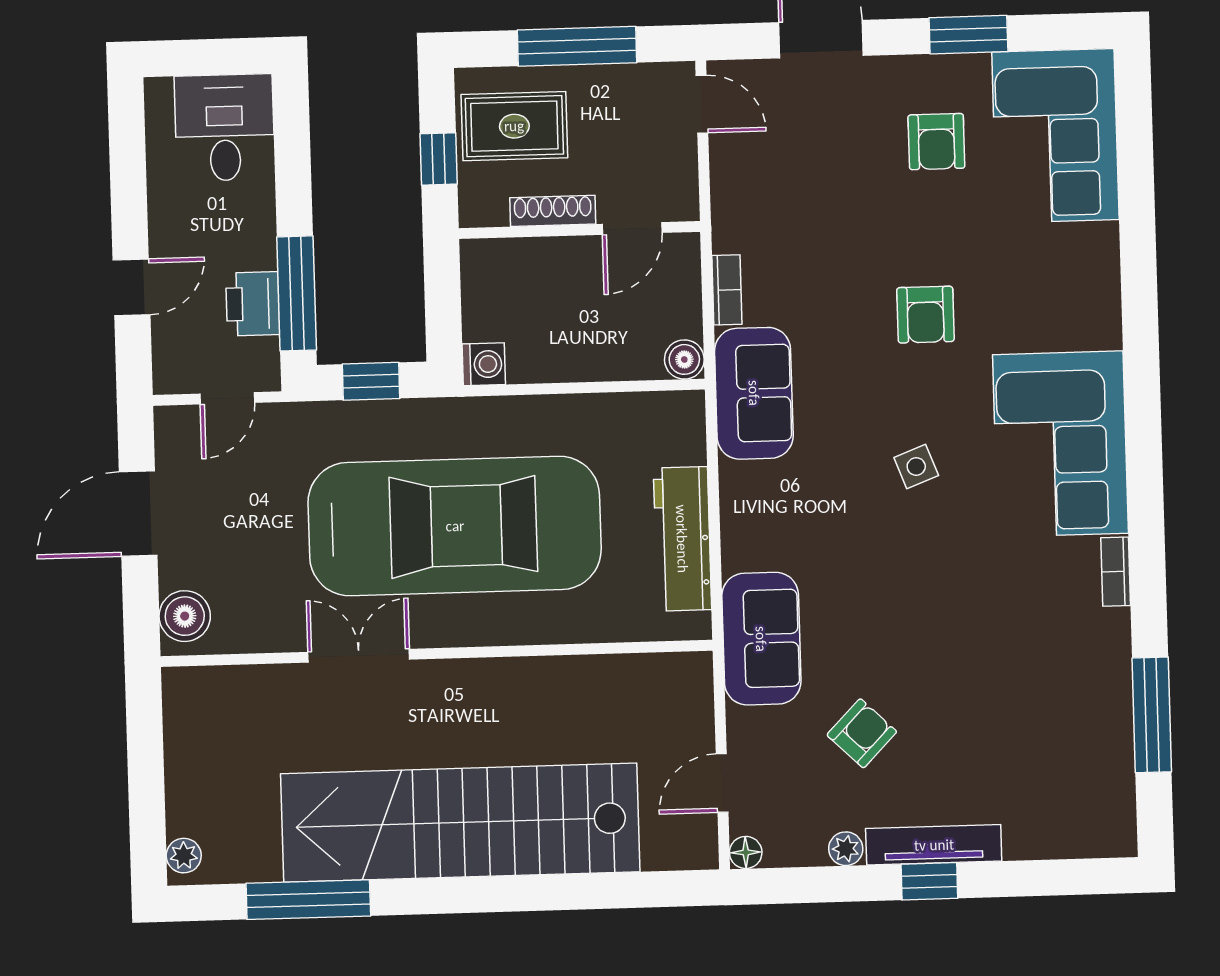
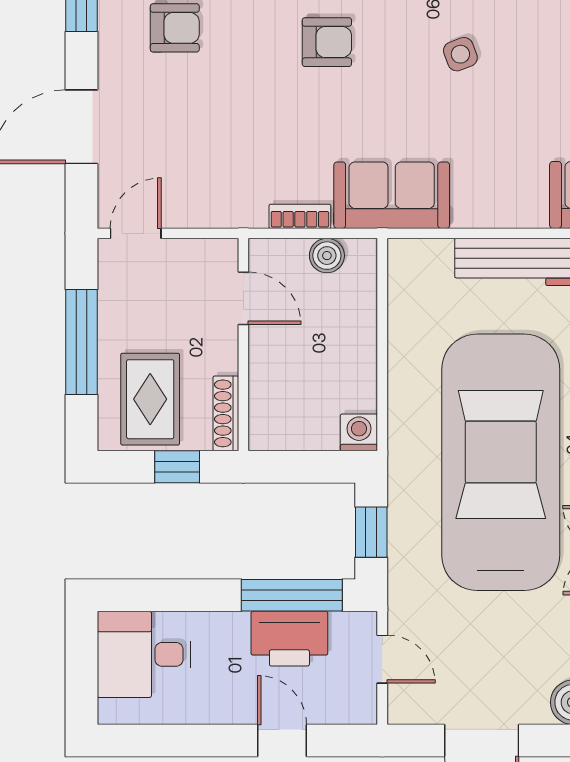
shoe rack: (553, 211) -> (226, 413), moved
printer: (253, 304) -> (289, 639), width x1.37, depth x1.19
boiler: (684, 359) -> (327, 256), moved

